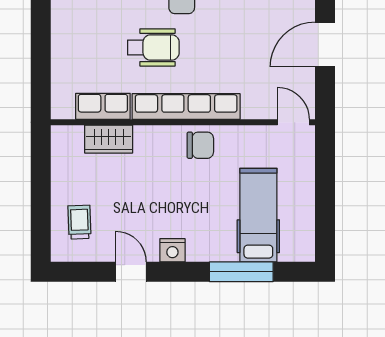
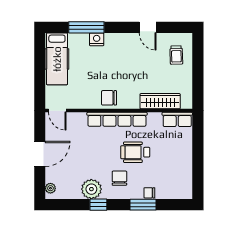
row of seats: (103, 106) -> (177, 119), moved
wardrobe: (109, 139) -> (160, 101), width x1.50
hospital bed: (258, 215) -> (57, 59), moved
nightstand: (172, 250) -> (97, 39), moved

